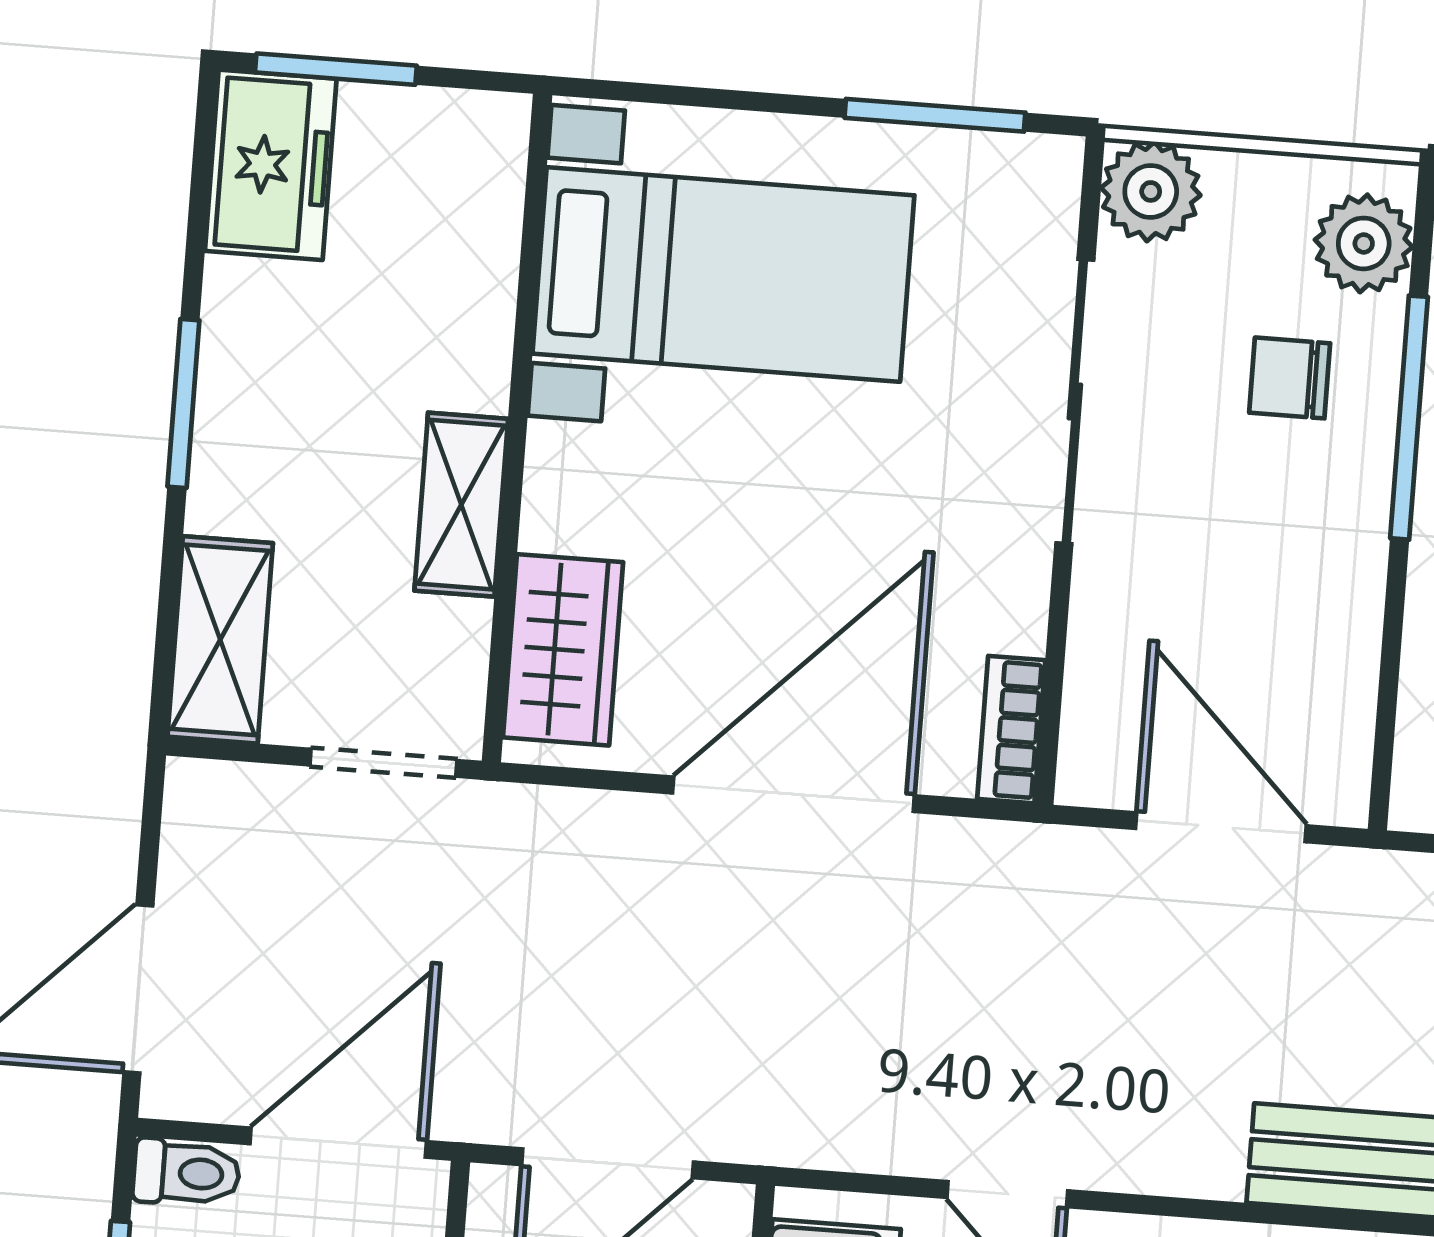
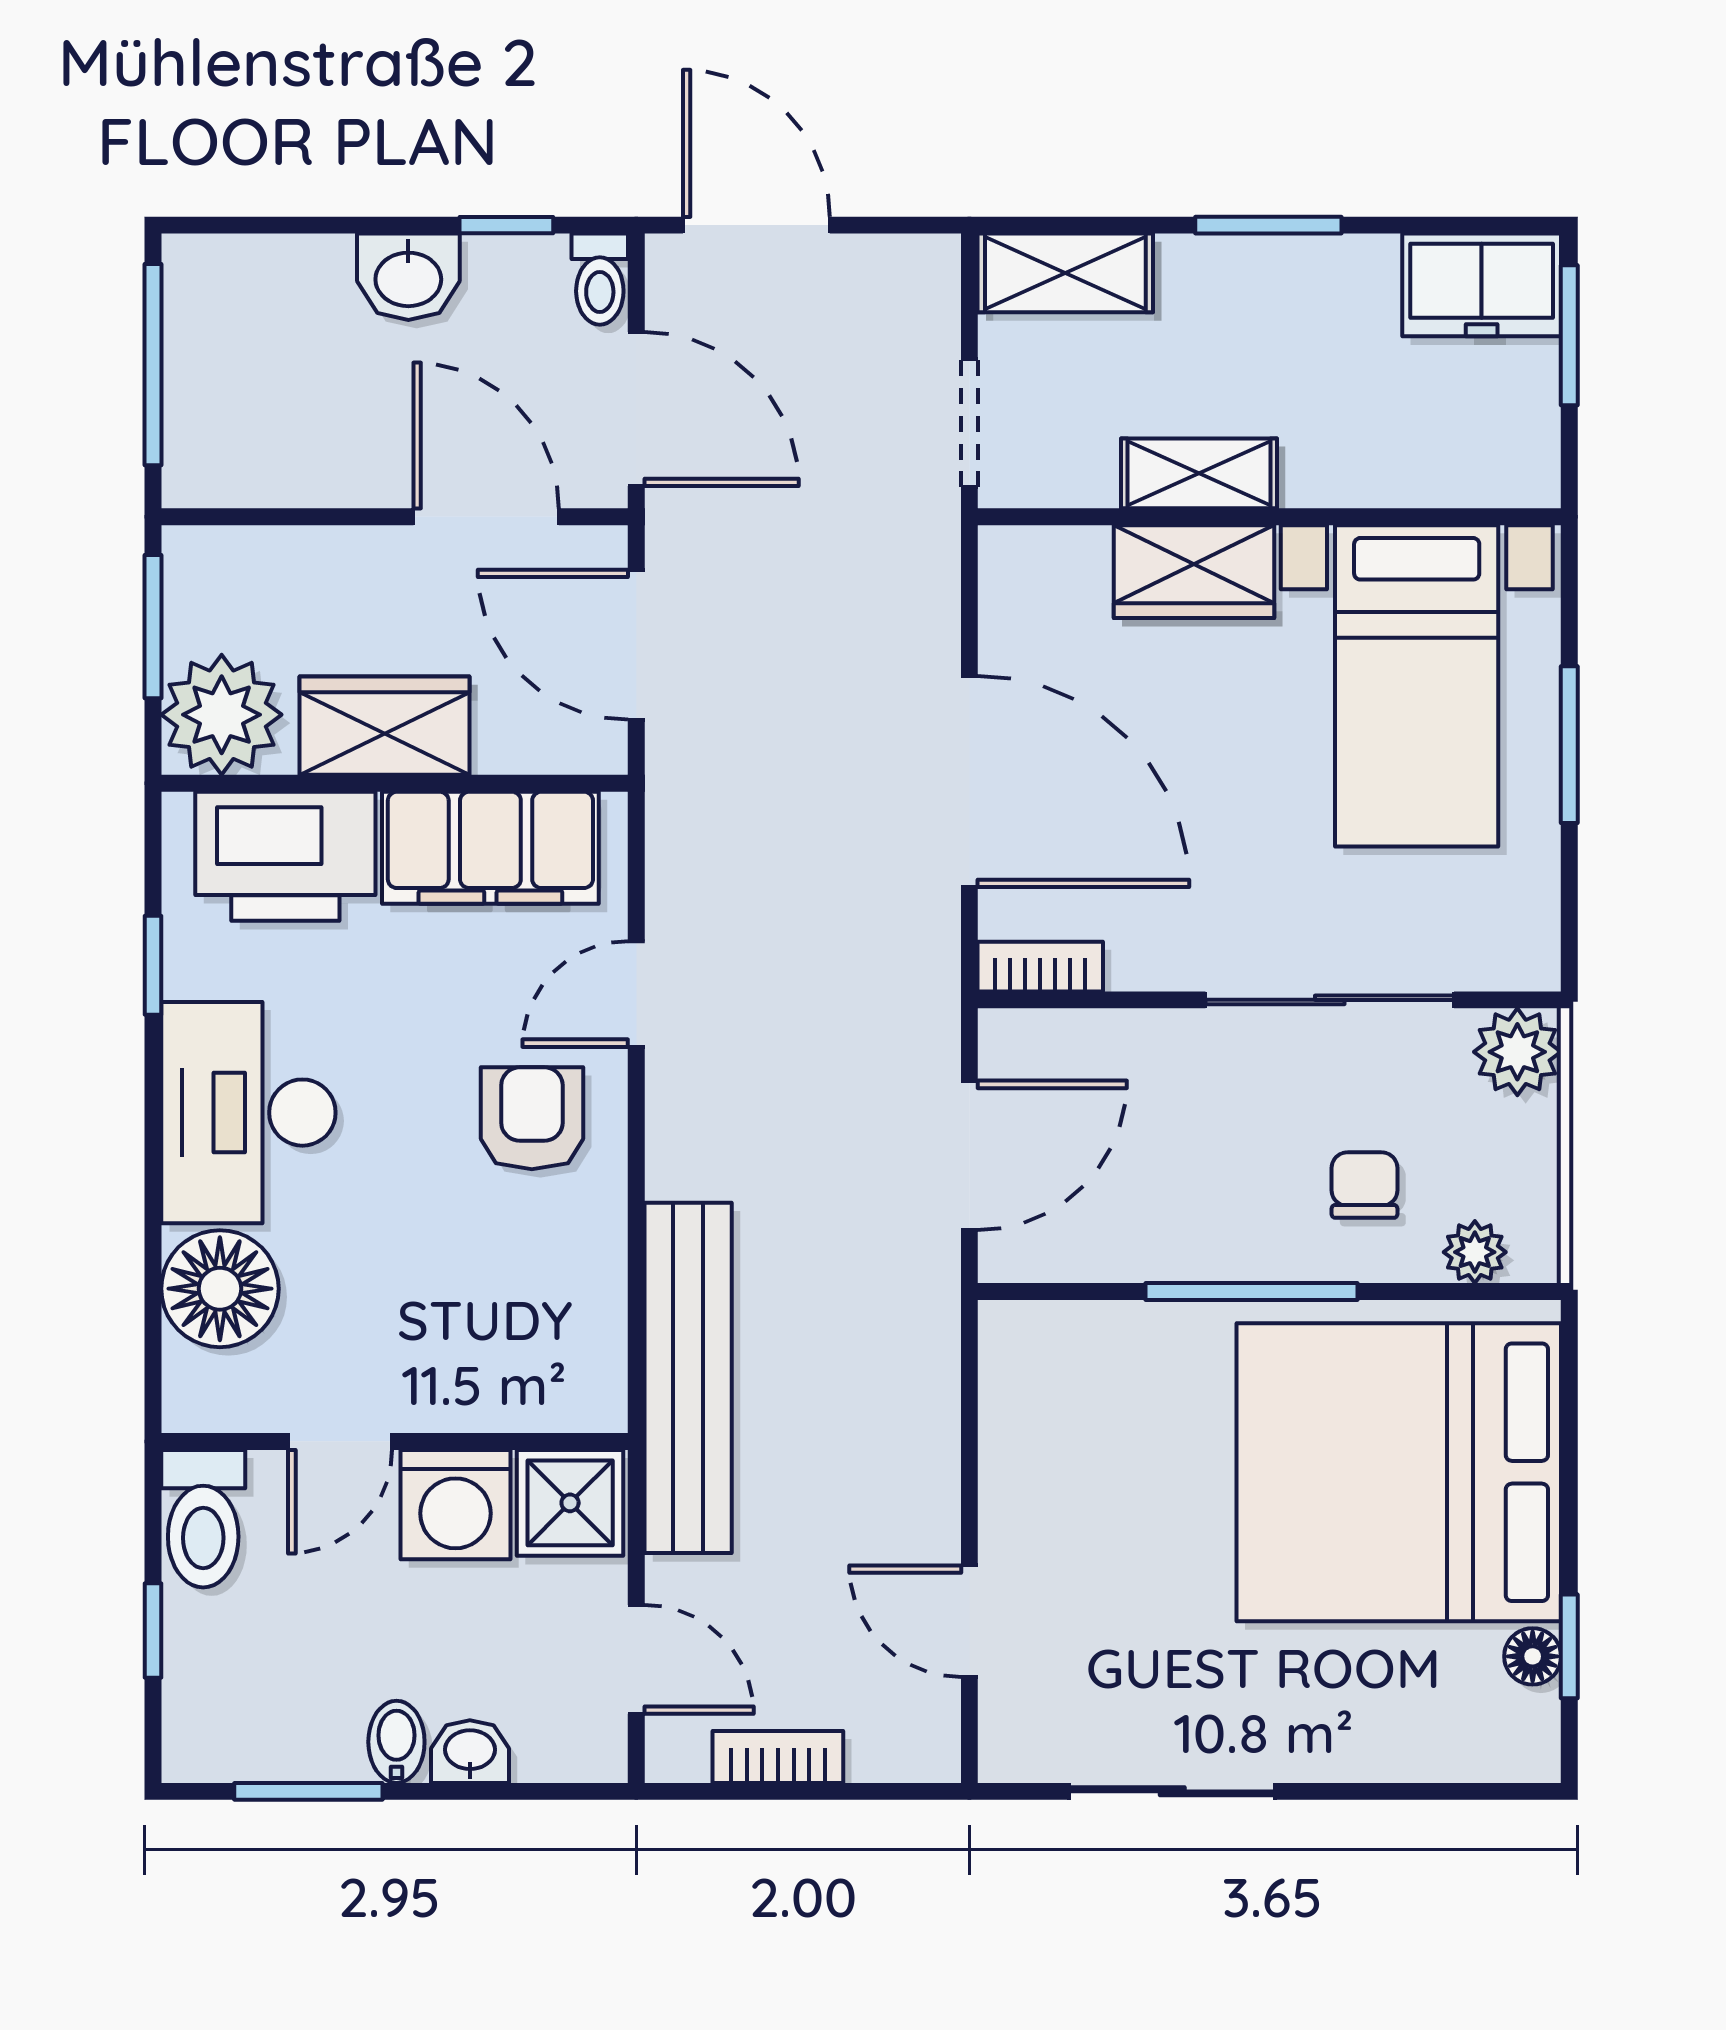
window: (935, 115) -> (1569, 745), moved
plant: (1364, 243) -> (1475, 1252), width x0.73, depth x0.73
window: (1409, 418) -> (1251, 1291), moved
wardrobe: (563, 650) -> (1194, 572), moved

